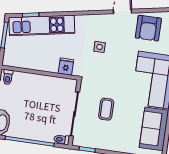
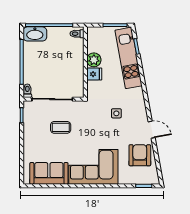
armchair: (148, 28) -> (140, 155), turned 90
plant: (38, 63) -> (94, 60), added
fridge: (66, 67) -> (94, 74), moved

